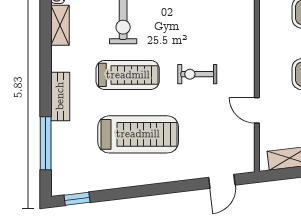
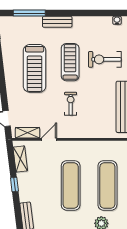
shelving: (60, 25) -> (27, 133), moved
treadmill: (128, 75) -> (70, 62), turned 180

